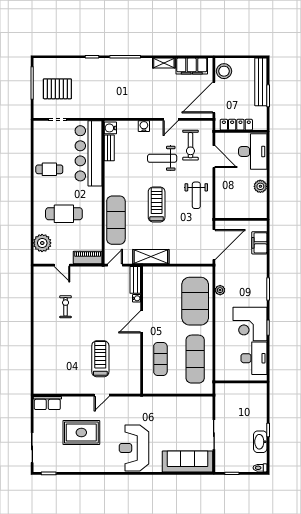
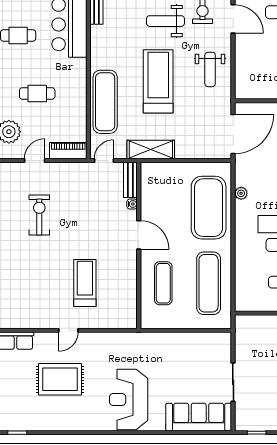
treadmill: (157, 204) -> (158, 81), width x1.37, depth x1.38
cafe table: (64, 214) -> (37, 93), width x0.73, depth x0.74
door: (62, 265) -> (35, 161), swing flipped
exercise bike: (66, 307) -> (39, 215), width x1.38, depth x1.39
door: (142, 322) -> (139, 235), swing flipped
door: (102, 395) -> (68, 330), moved

